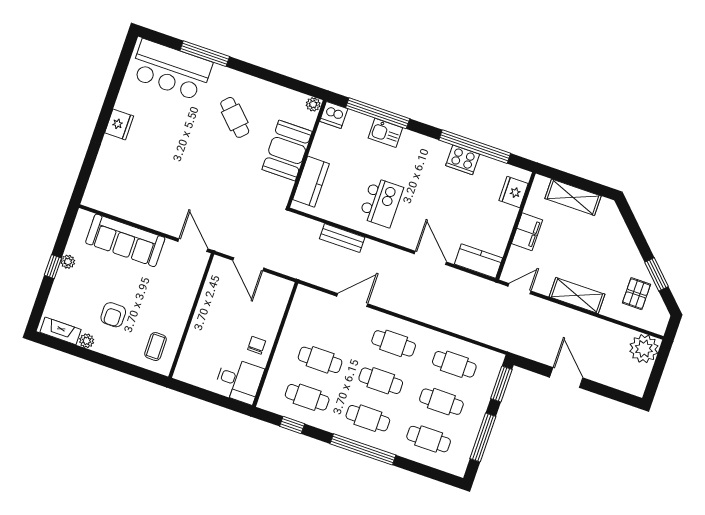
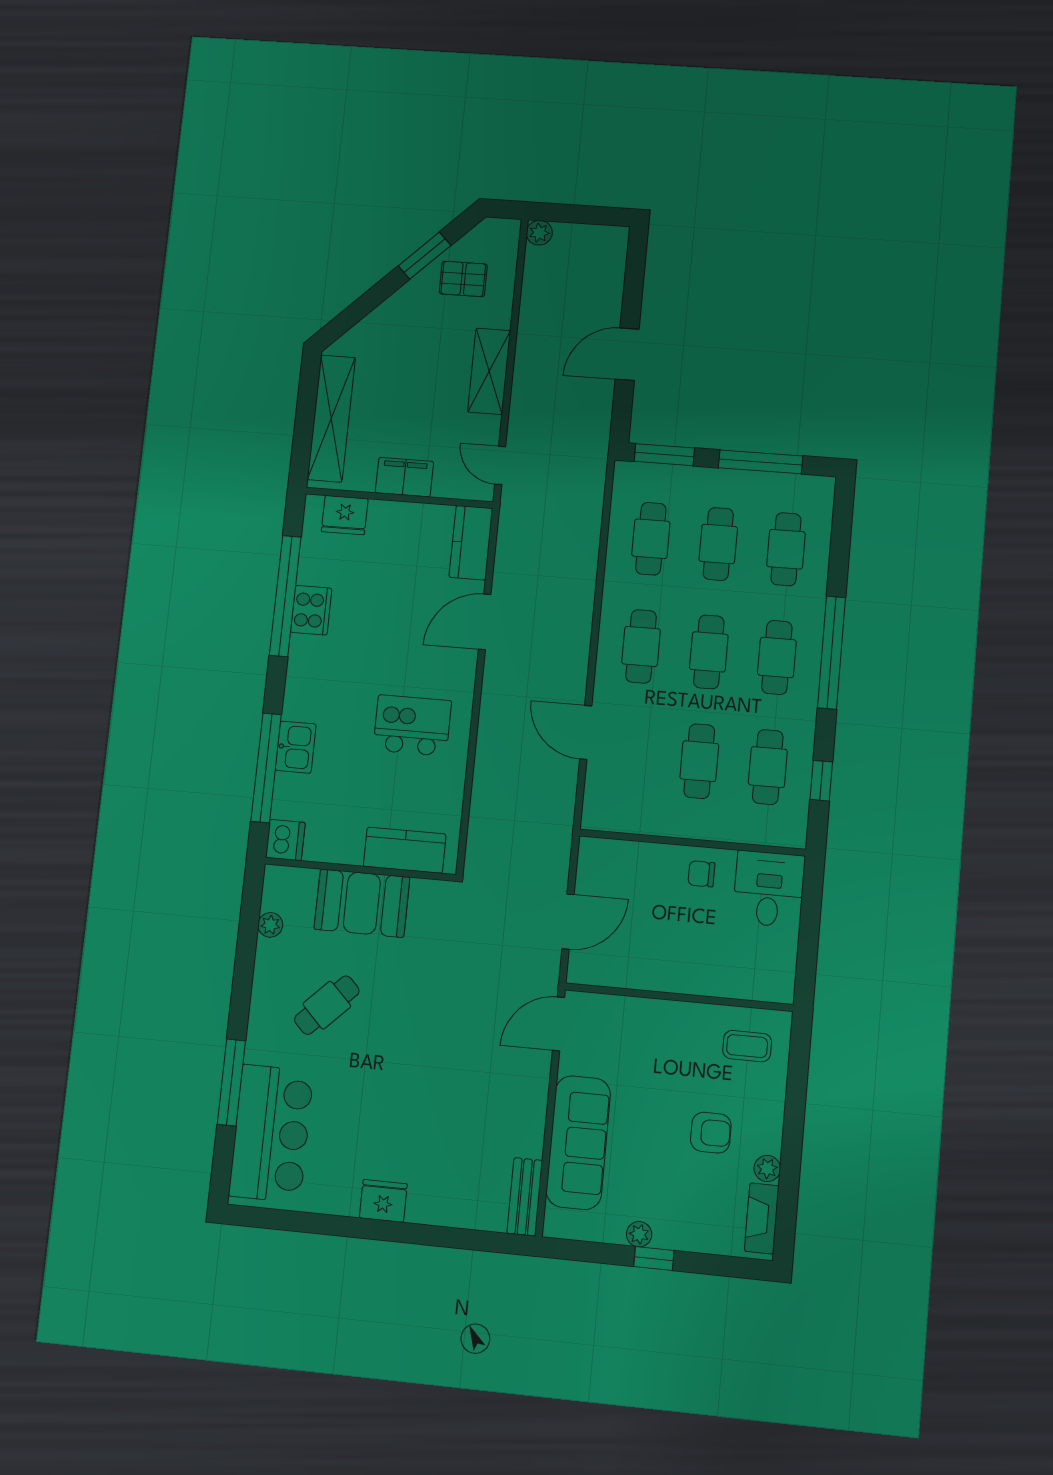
plant: (313, 104) -> (270, 925), moved
shelving: (573, 197) -> (331, 418), width x1.47
bench: (342, 238) -> (525, 1197), moved
plant: (644, 349) -> (539, 233), width x0.53, depth x0.53

